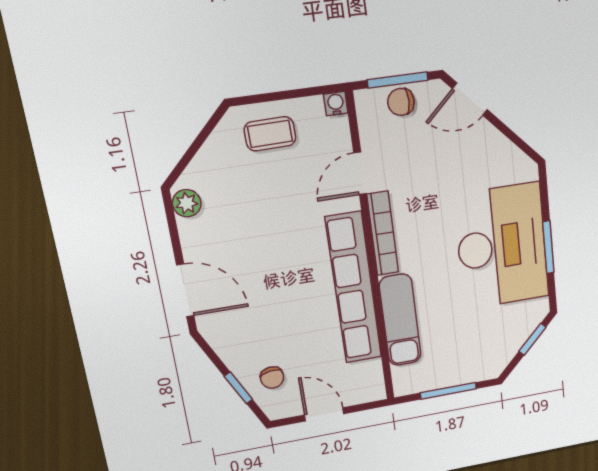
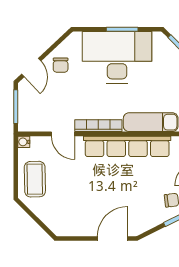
chair: (401, 102) -> (61, 65), moved
coffee table: (270, 134) -> (35, 179), width x1.36, depth x1.30
plant: (187, 203) -> (65, 229), removed

